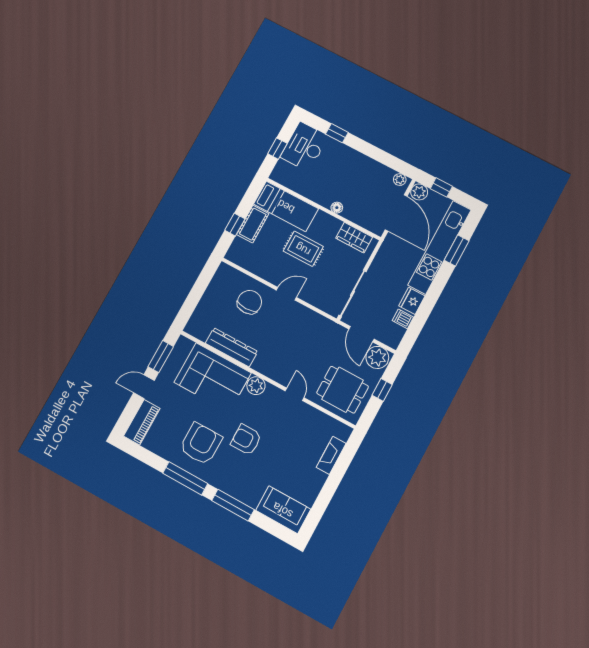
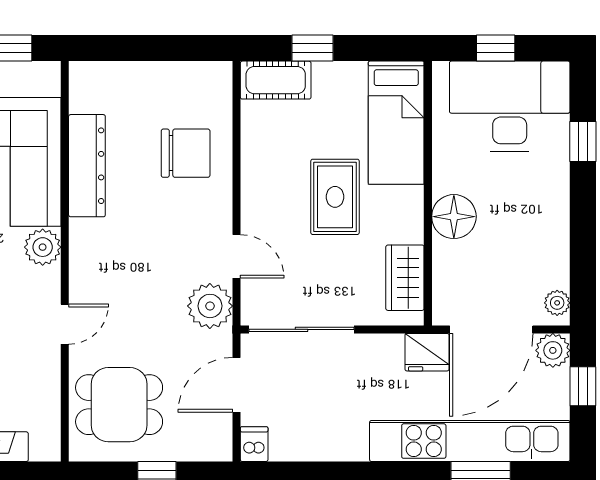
desk: (304, 147) -> (510, 106), width x1.36, depth x1.30
floor lamp: (337, 208) -> (454, 217), width x1.89, depth x1.89
cot: (253, 224) -> (276, 80), moved
door: (286, 294) -> (237, 256), moved
fridge: (412, 301) -> (427, 352), moved, turned 180
dishwasher: (403, 319) -> (254, 444), moved
plant: (377, 357) -> (210, 306), moved
dining table: (343, 390) -> (119, 405), turned 90

